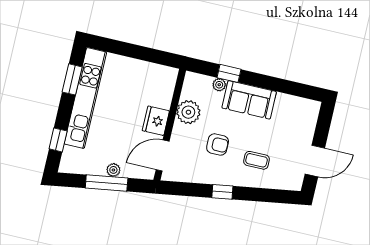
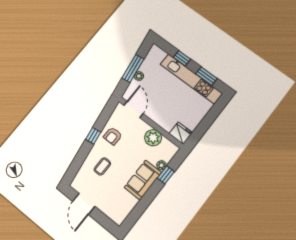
fridge: (156, 121) -> (181, 133), moved
window: (58, 140) -> (182, 58), moved
armchair: (218, 144) -> (113, 136), moved

